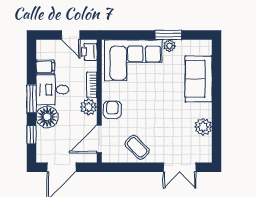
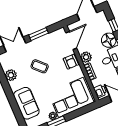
coffee table: (137, 147) -> (40, 66), moved
window: (140, 167) -> (39, 34), added

